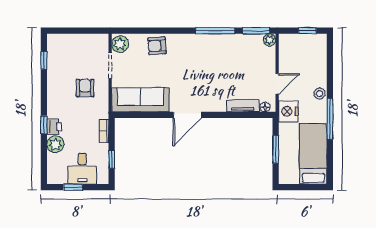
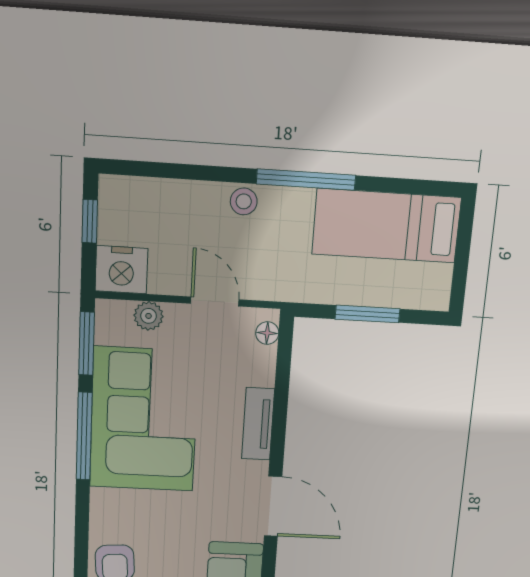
plant: (270, 40) -> (149, 316), moved
corner sofa: (224, 56) -> (144, 420), added
tv unit: (243, 106) -> (258, 424), moved
nightstand: (288, 111) -> (121, 270), moved

